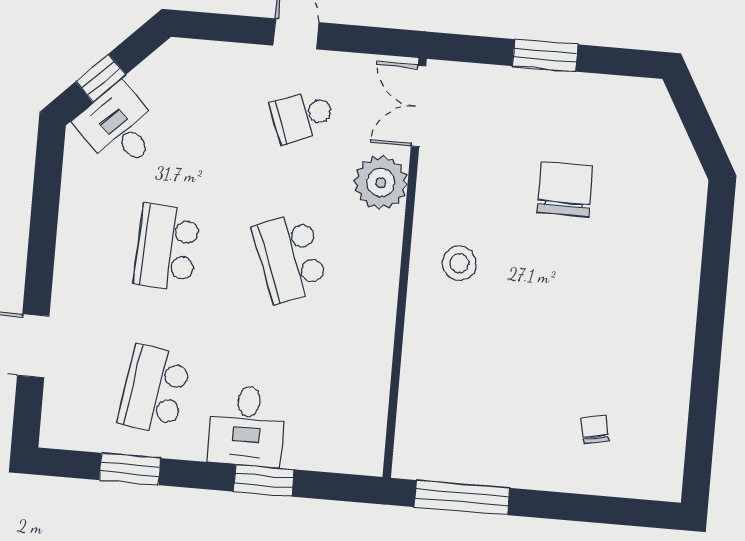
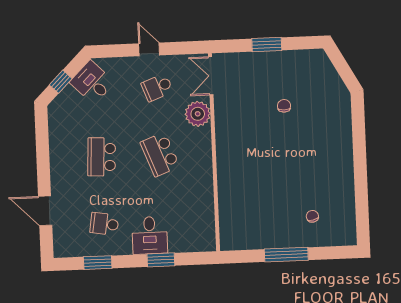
desk: (119, 128) -> (92, 82), moved
chair: (565, 189) -> (284, 106), width x0.54, depth x0.54
stool: (459, 263) -> (239, 147), removed
school desk: (154, 389) -> (104, 224), width x0.54
window: (462, 498) -> (286, 255), moved

